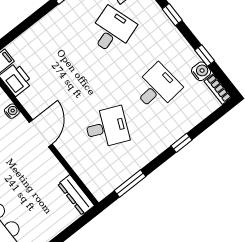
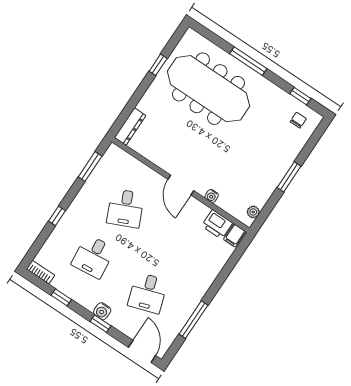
water cooler: (201, 71) -> (102, 311), moved
desk: (107, 127) -> (125, 208), turned -48
dresser: (76, 195) -> (130, 126), moved, turned 90

